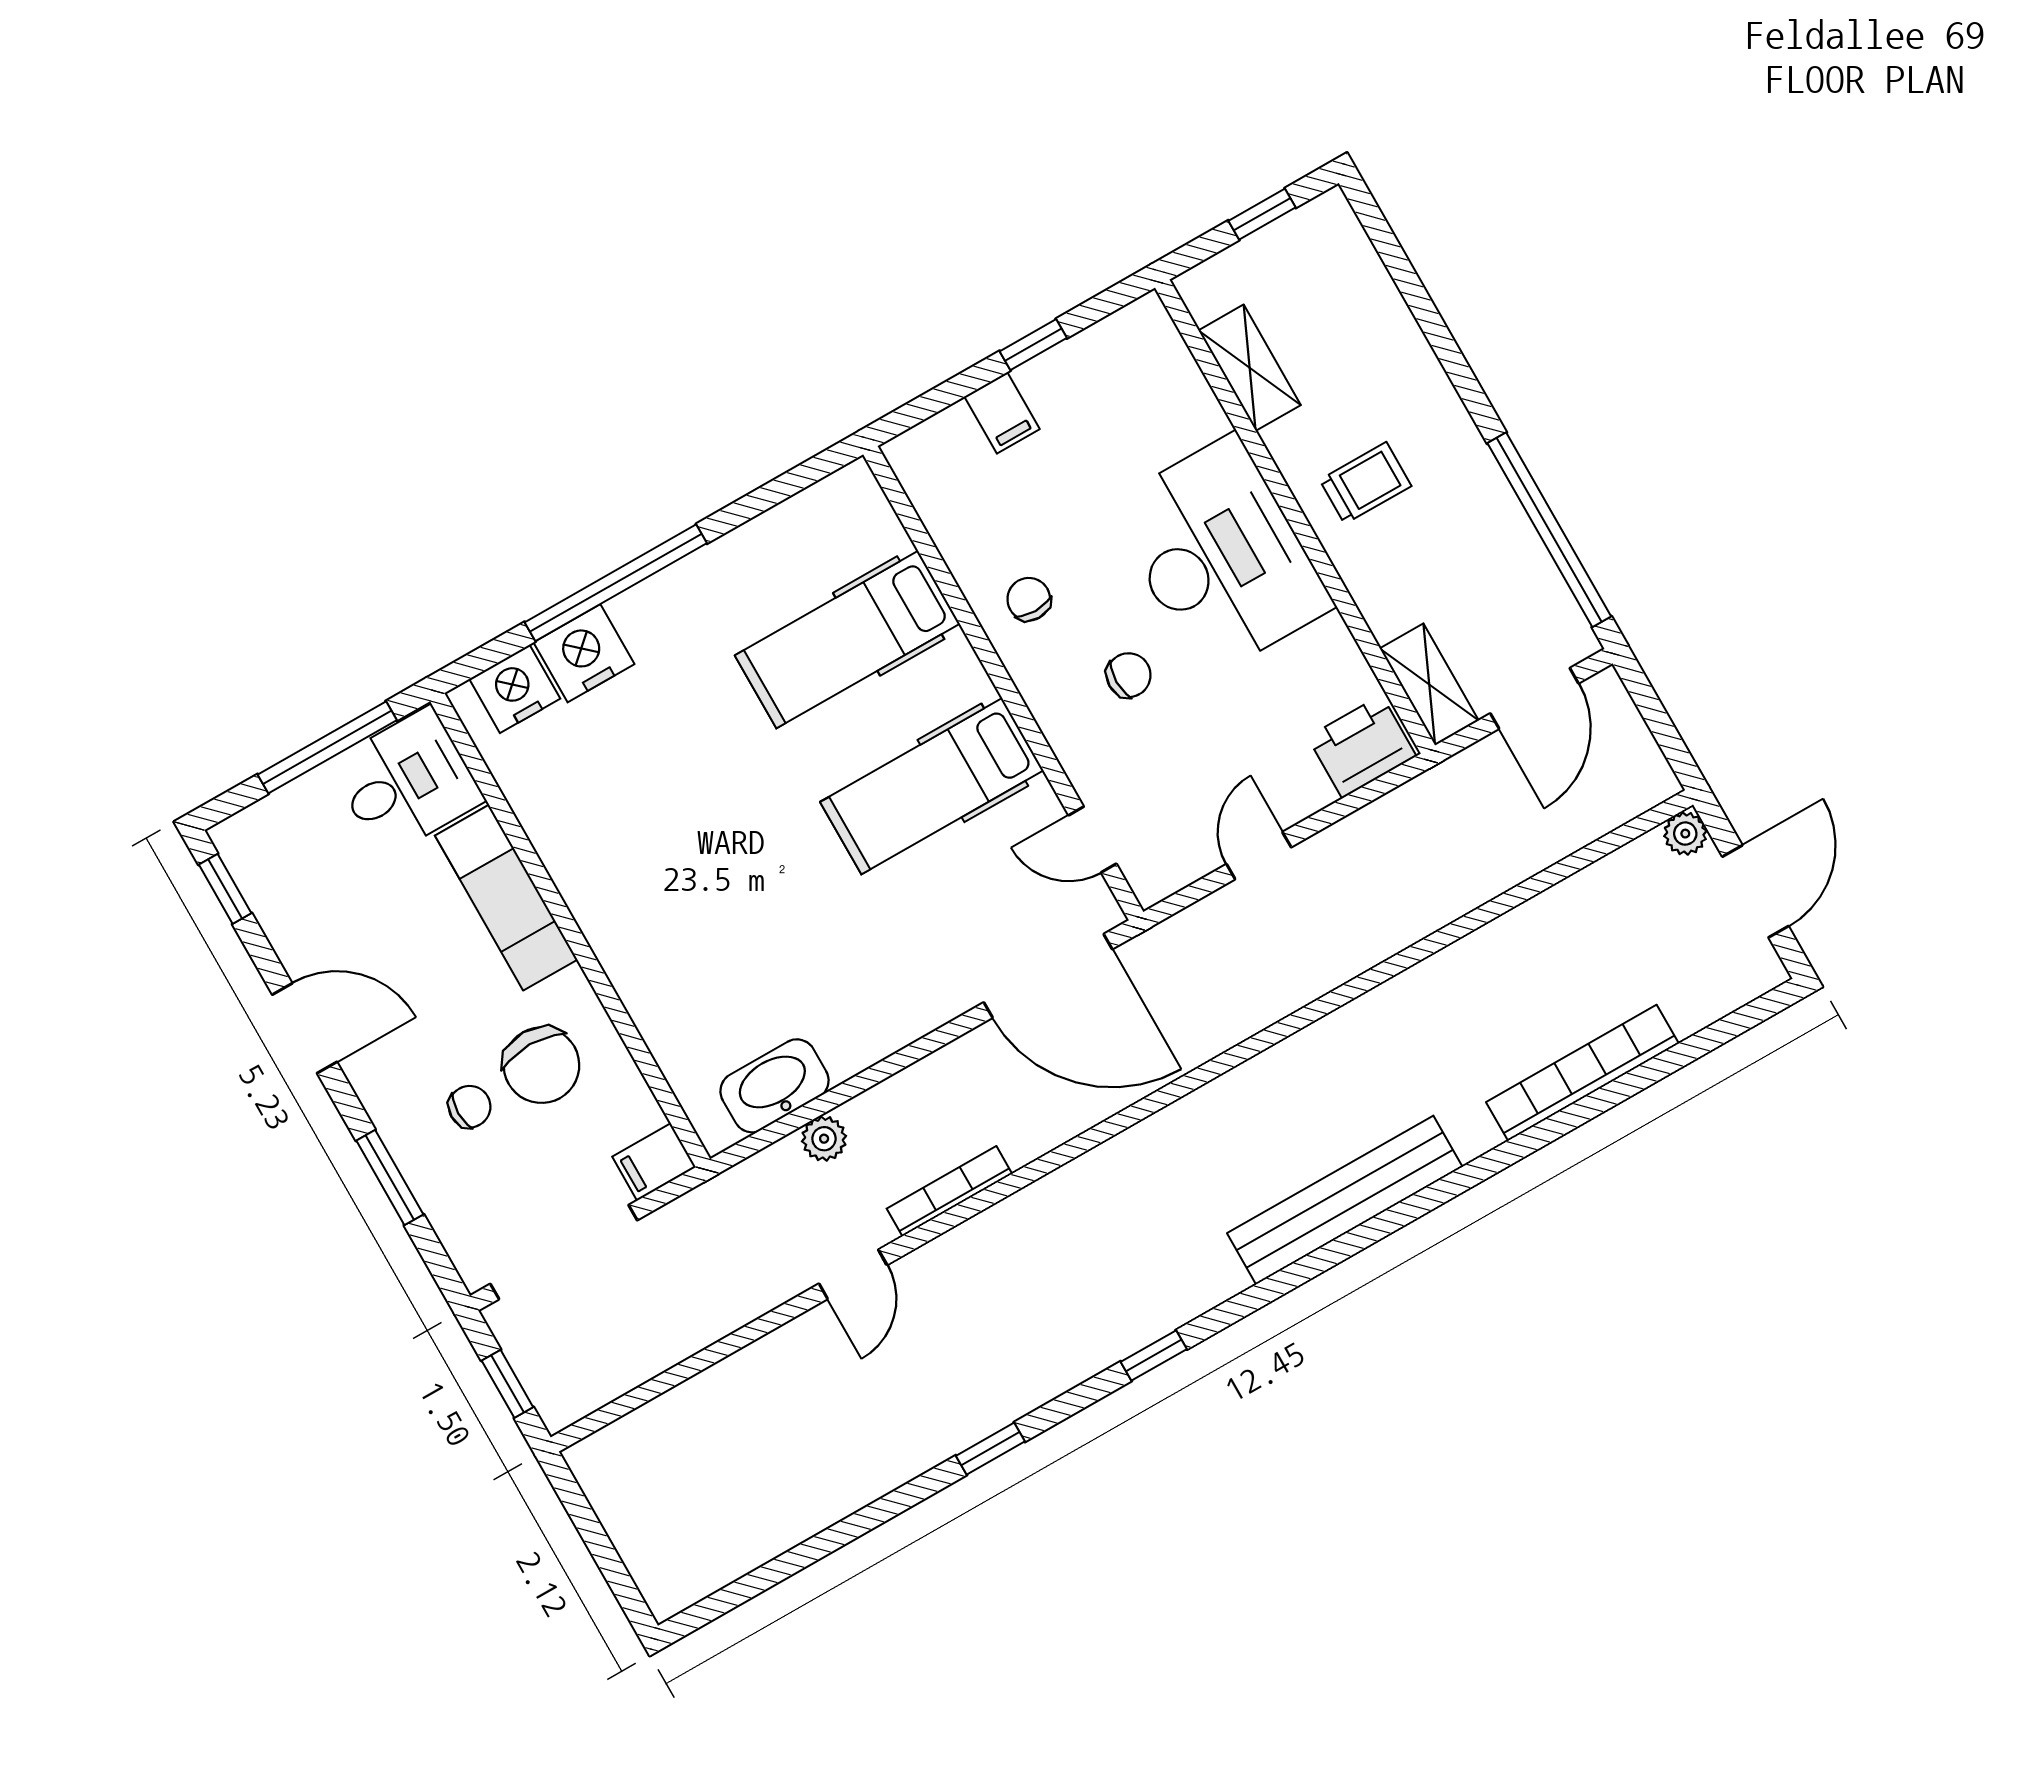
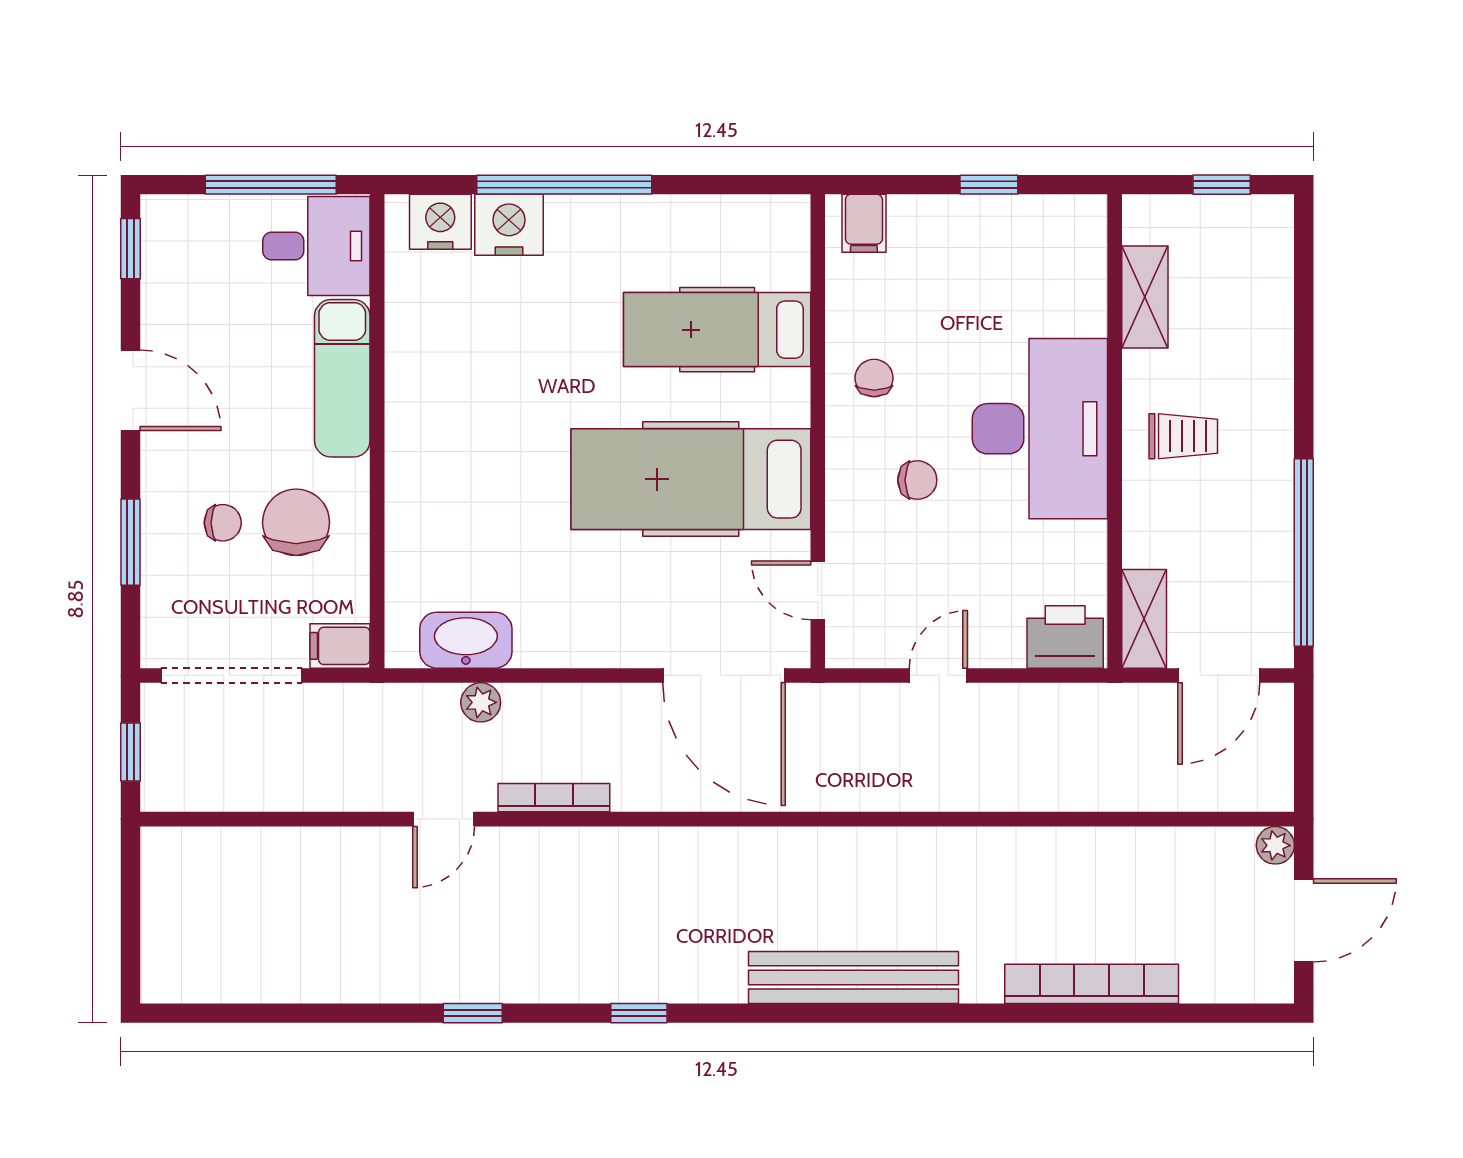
filing cabinet: (1002, 413) -> (864, 223), moved
hospital bed: (932, 786) -> (691, 479), width x1.37, depth x1.29
chair: (541, 1065) -> (296, 522), turned 180

